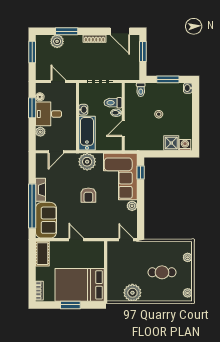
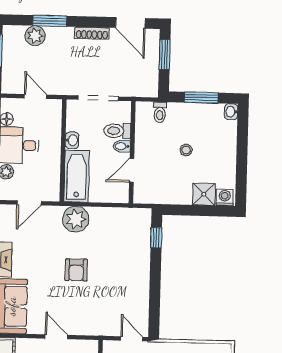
corner sofa: (120, 177) -> (125, 243), removed
plant: (132, 206) -> (142, 288), removed

